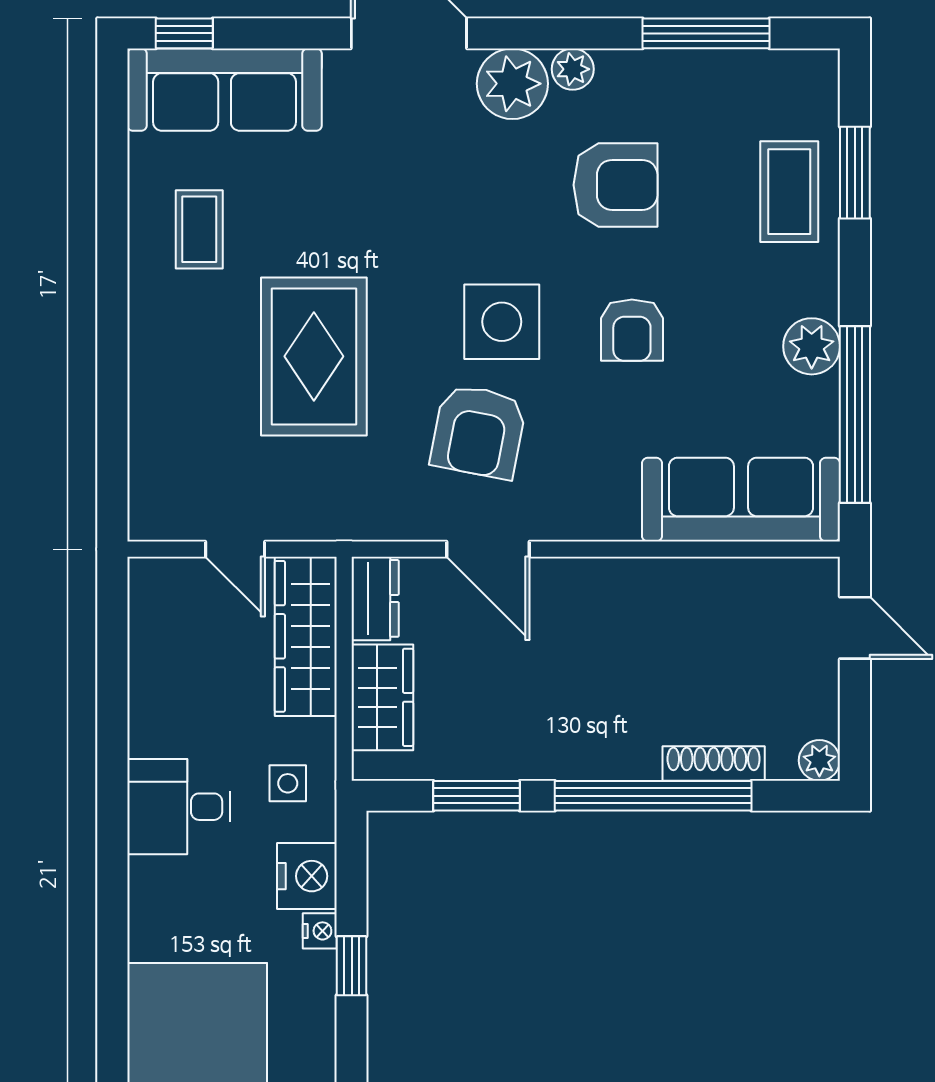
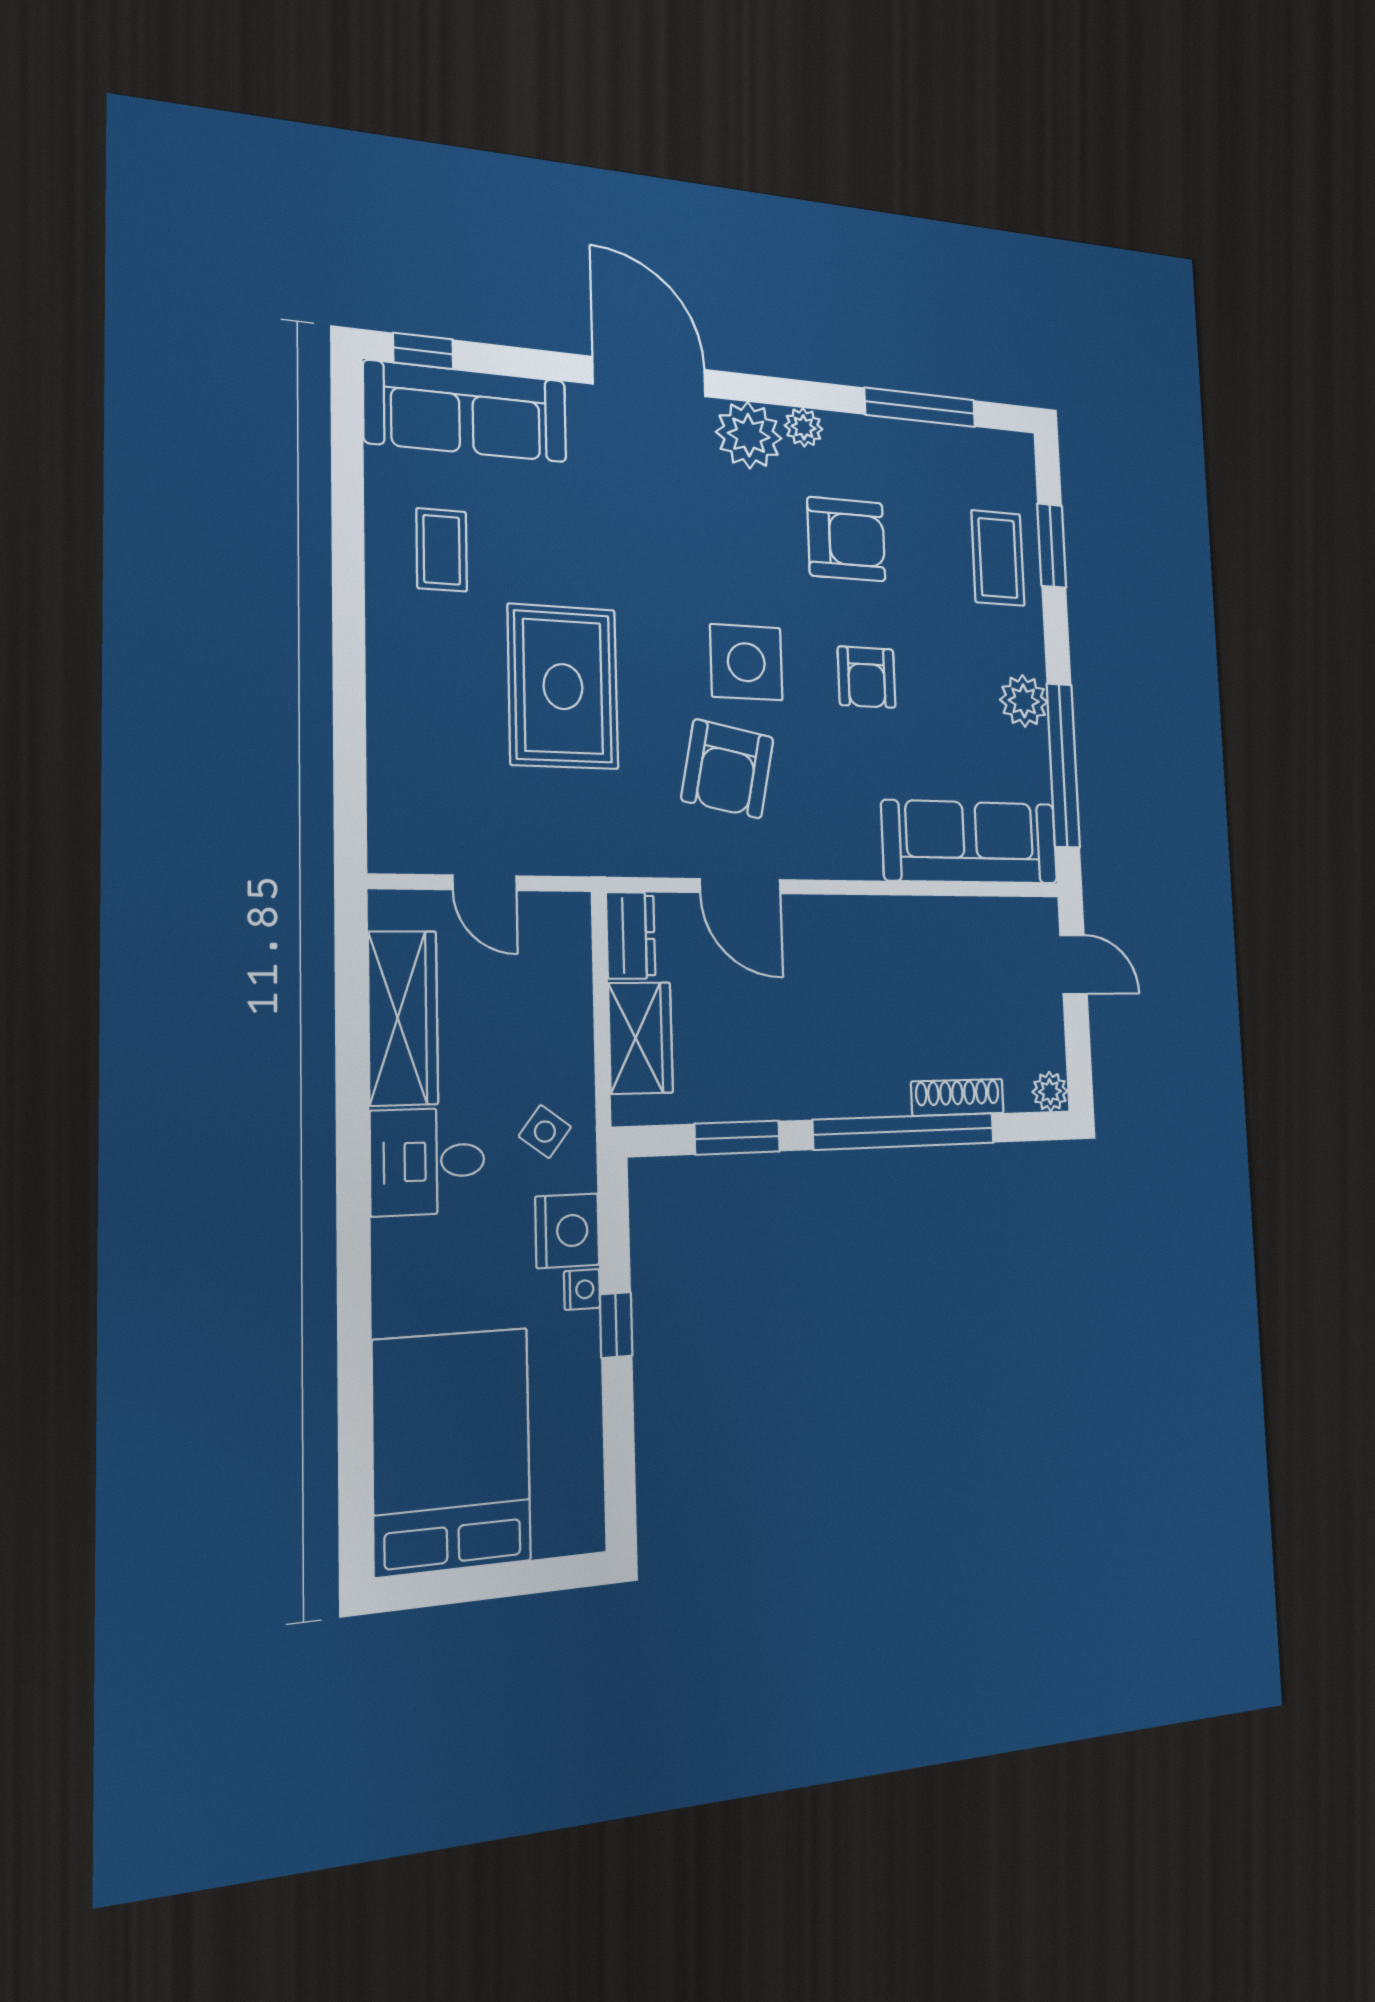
wardrobe: (306, 636) -> (403, 1018), moved, turned 180
side table: (288, 783) -> (545, 1132), turned 37

